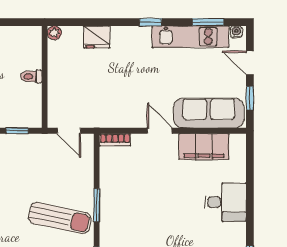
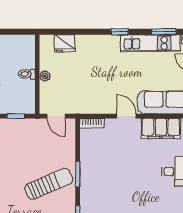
plant: (54, 33) -> (45, 76), moved
fridge: (97, 37) -> (65, 43), moved
sun lounger: (60, 218) -> (49, 184), turned -35

